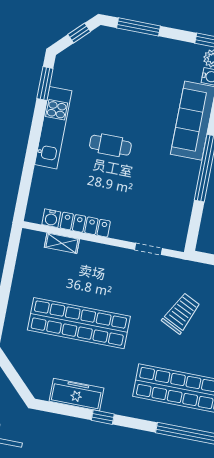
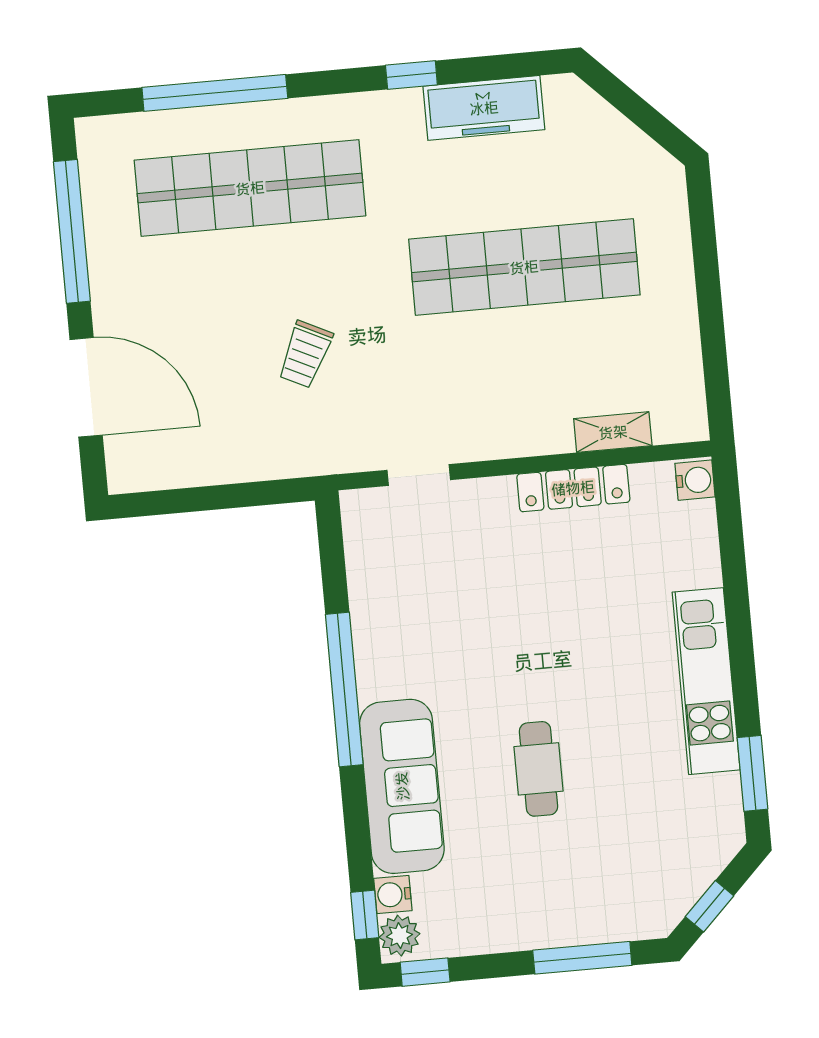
cafe table: (110, 145) -> (538, 769), moved, turned 90
water cooler: (51, 218) -> (695, 480), moved, turned 90
trolley: (181, 313) -> (305, 354), width x0.73, depth x0.72

